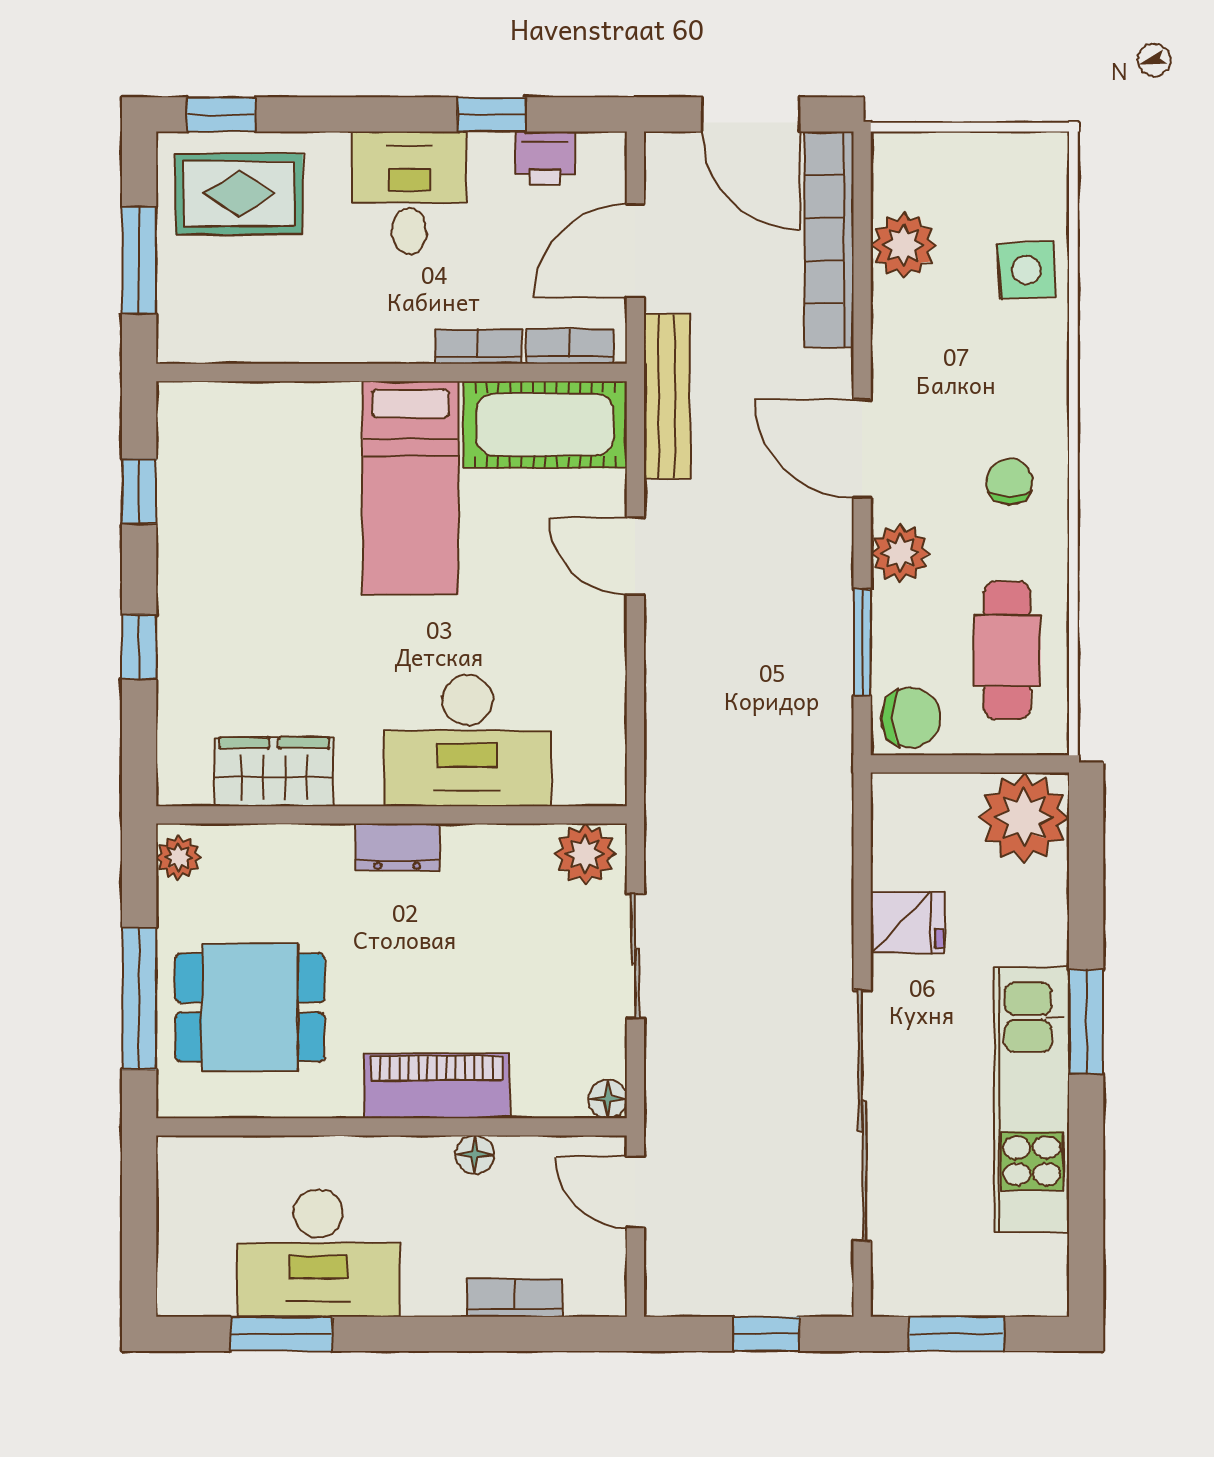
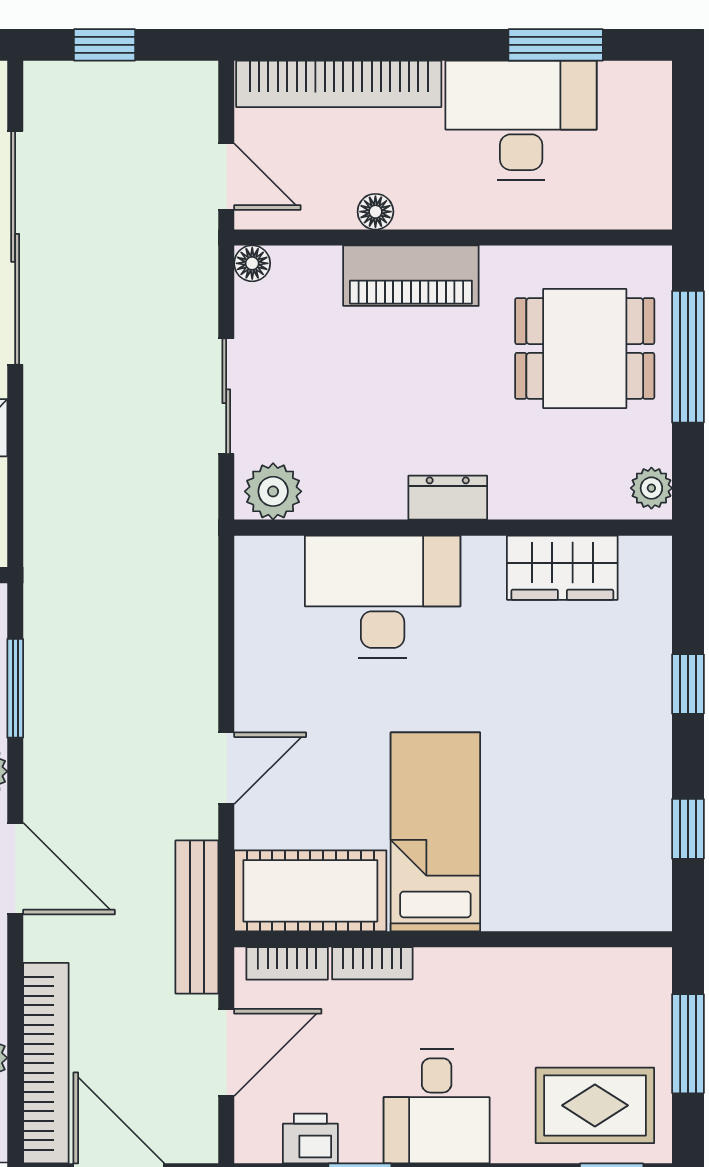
door: (635, 556) -> (226, 768), hinge flipped
bookcase: (514, 1298) -> (339, 84), width x2.31, depth x1.31

